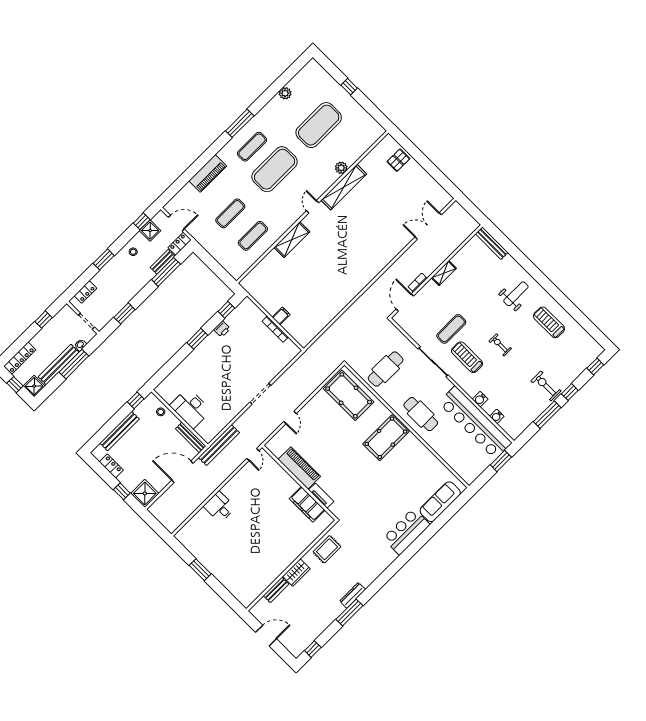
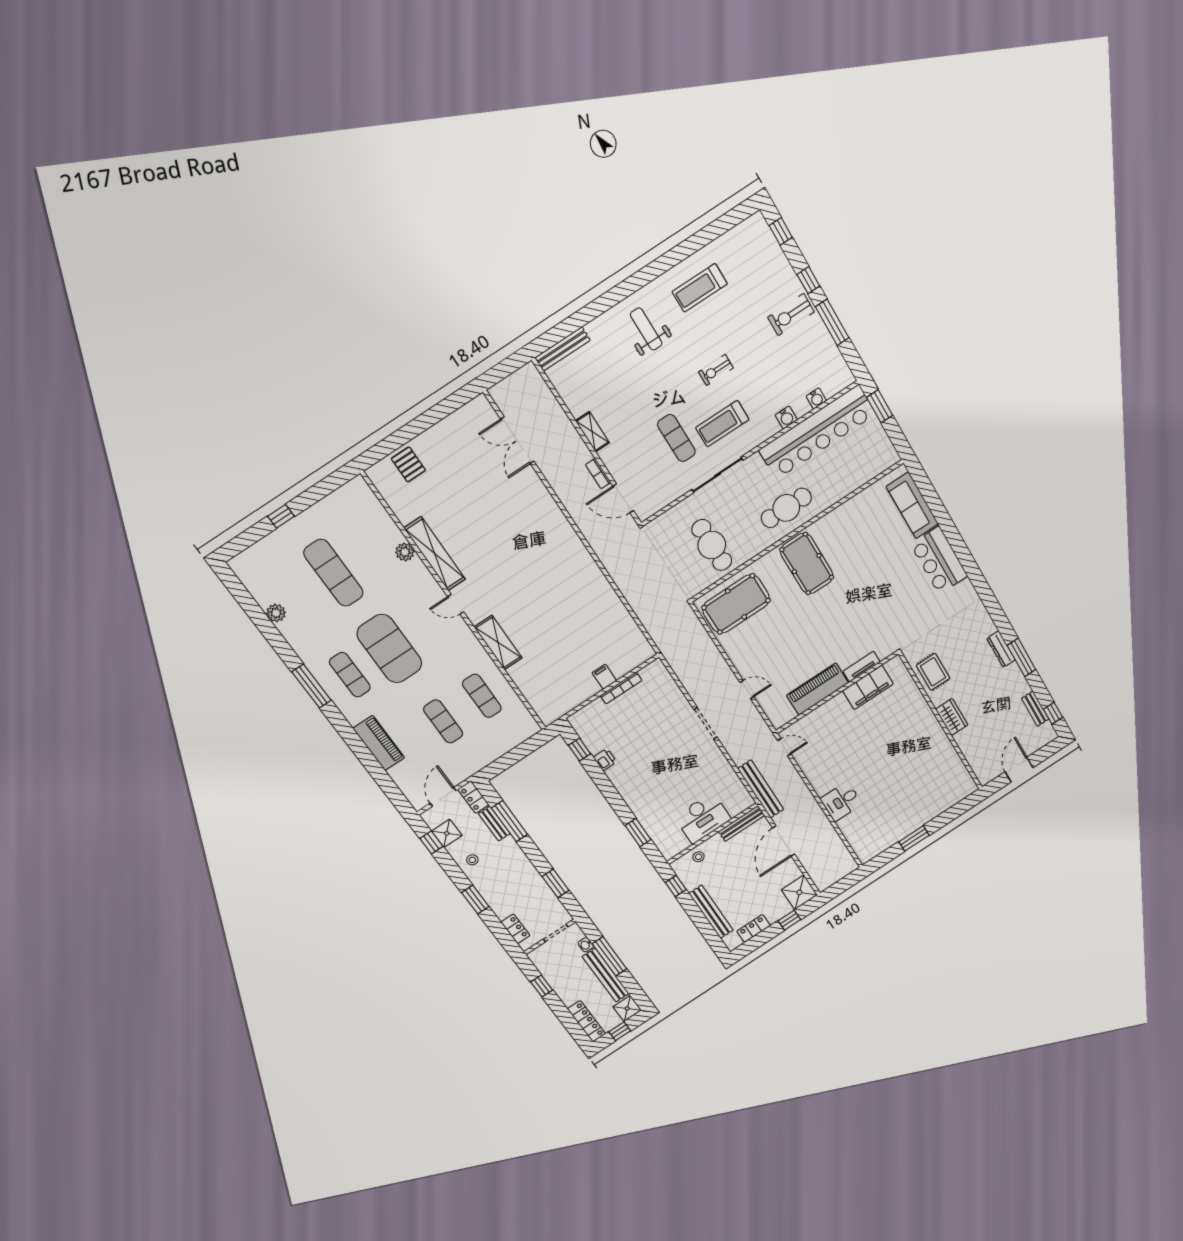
exercise mat: (319, 125) -> (333, 573), width x0.68
window: (197, 339) -> (638, 833), moved
bench: (276, 590) -> (1035, 709), moved

